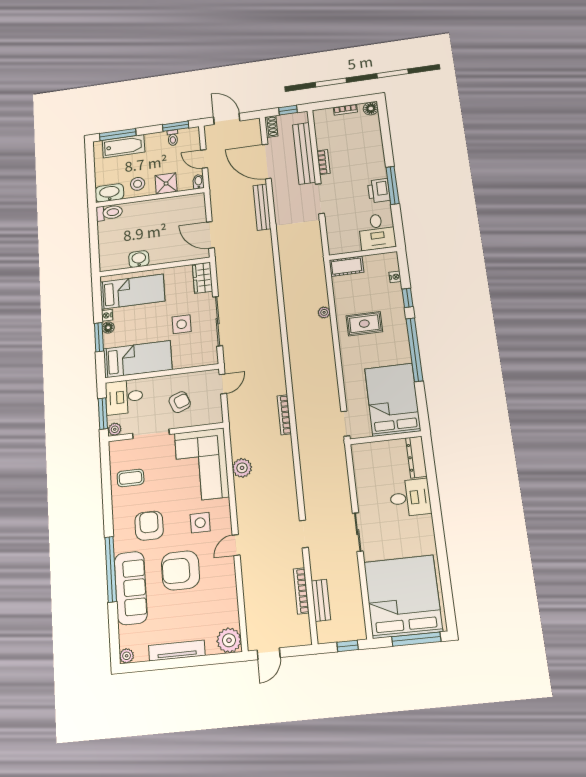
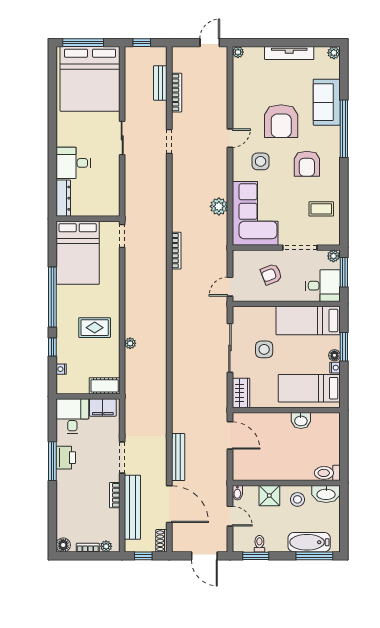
plant: (327, 113) -> (106, 546), added
filing cabinet: (346, 245) -> (103, 407), added
armchair: (180, 570) -> (281, 121), turned 90
sofa: (131, 588) -> (327, 102), width x0.73
plant: (229, 640) -> (238, 52), width x0.53, depth x0.53

